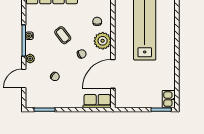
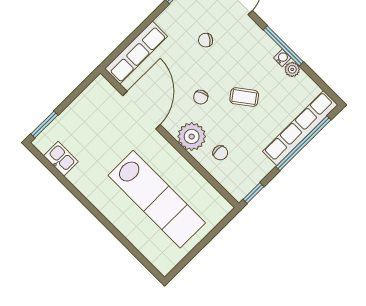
plant: (30, 59) -> (292, 69), moved
kitchen sink: (169, 99) -> (61, 159), moved
row of seats: (97, 101) -> (136, 53), width x1.48

